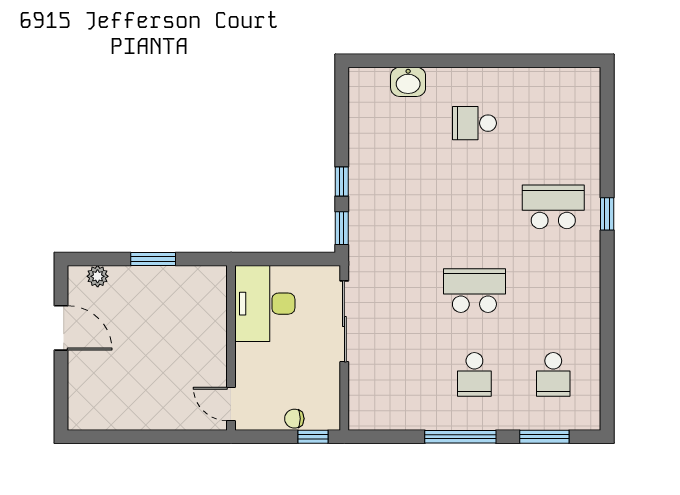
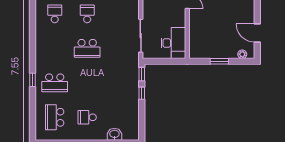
school desk: (474, 123) -> (87, 117), turned 180
school desk: (553, 123) -> (55, 117), added

